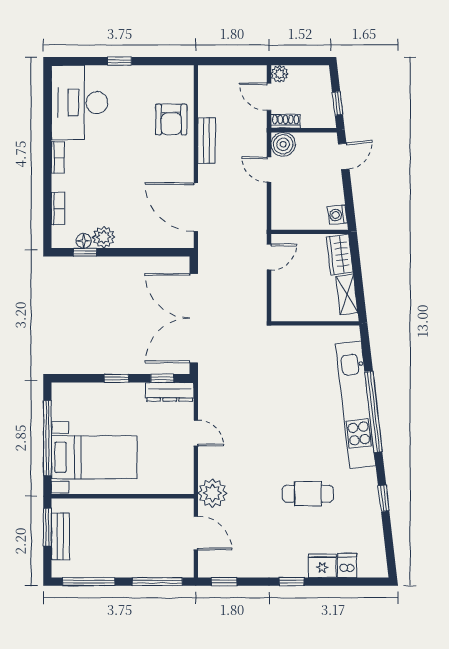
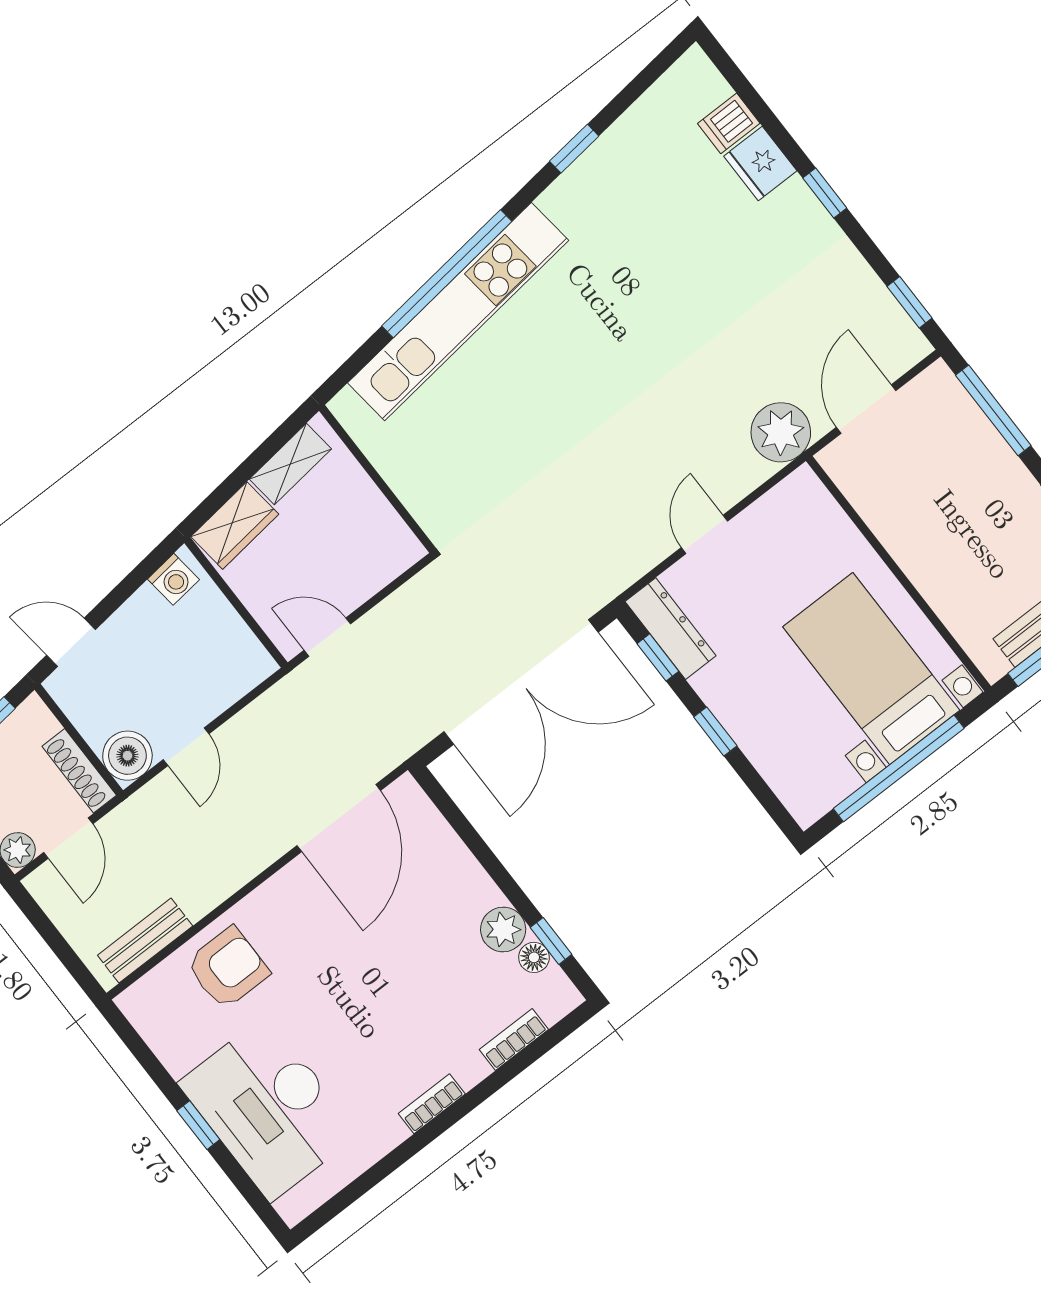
desk: (80, 103) -> (269, 1108), moved, turned 90
shoe rack: (286, 121) -> (79, 771), width x1.43
bench: (207, 141) -> (145, 941), moved
cafe table: (308, 494) -> (662, 277), removed

